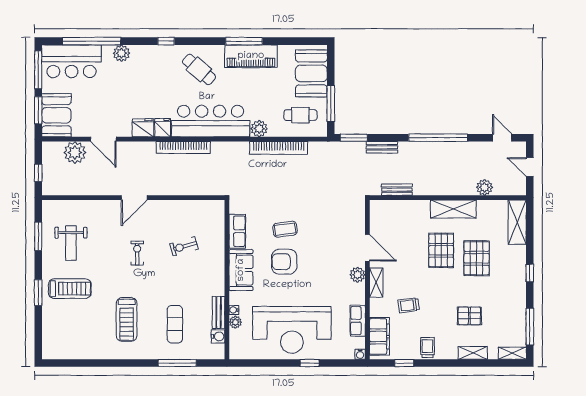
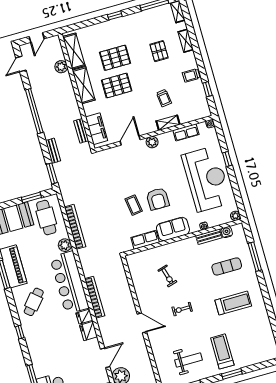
plant: (121, 53) -> (38, 362), removed
window: (331, 103) -> (31, 198), width x0.69
cafe table: (300, 115) -> (46, 218), width x1.37, depth x1.35
shelving: (517, 222) -> (74, 51), moved, turned 90
shelving: (376, 283) -> (168, 123), moved
plant: (235, 322) -> (235, 216), moved
filing cabinet: (379, 336) -> (97, 129), moved, turned 90

